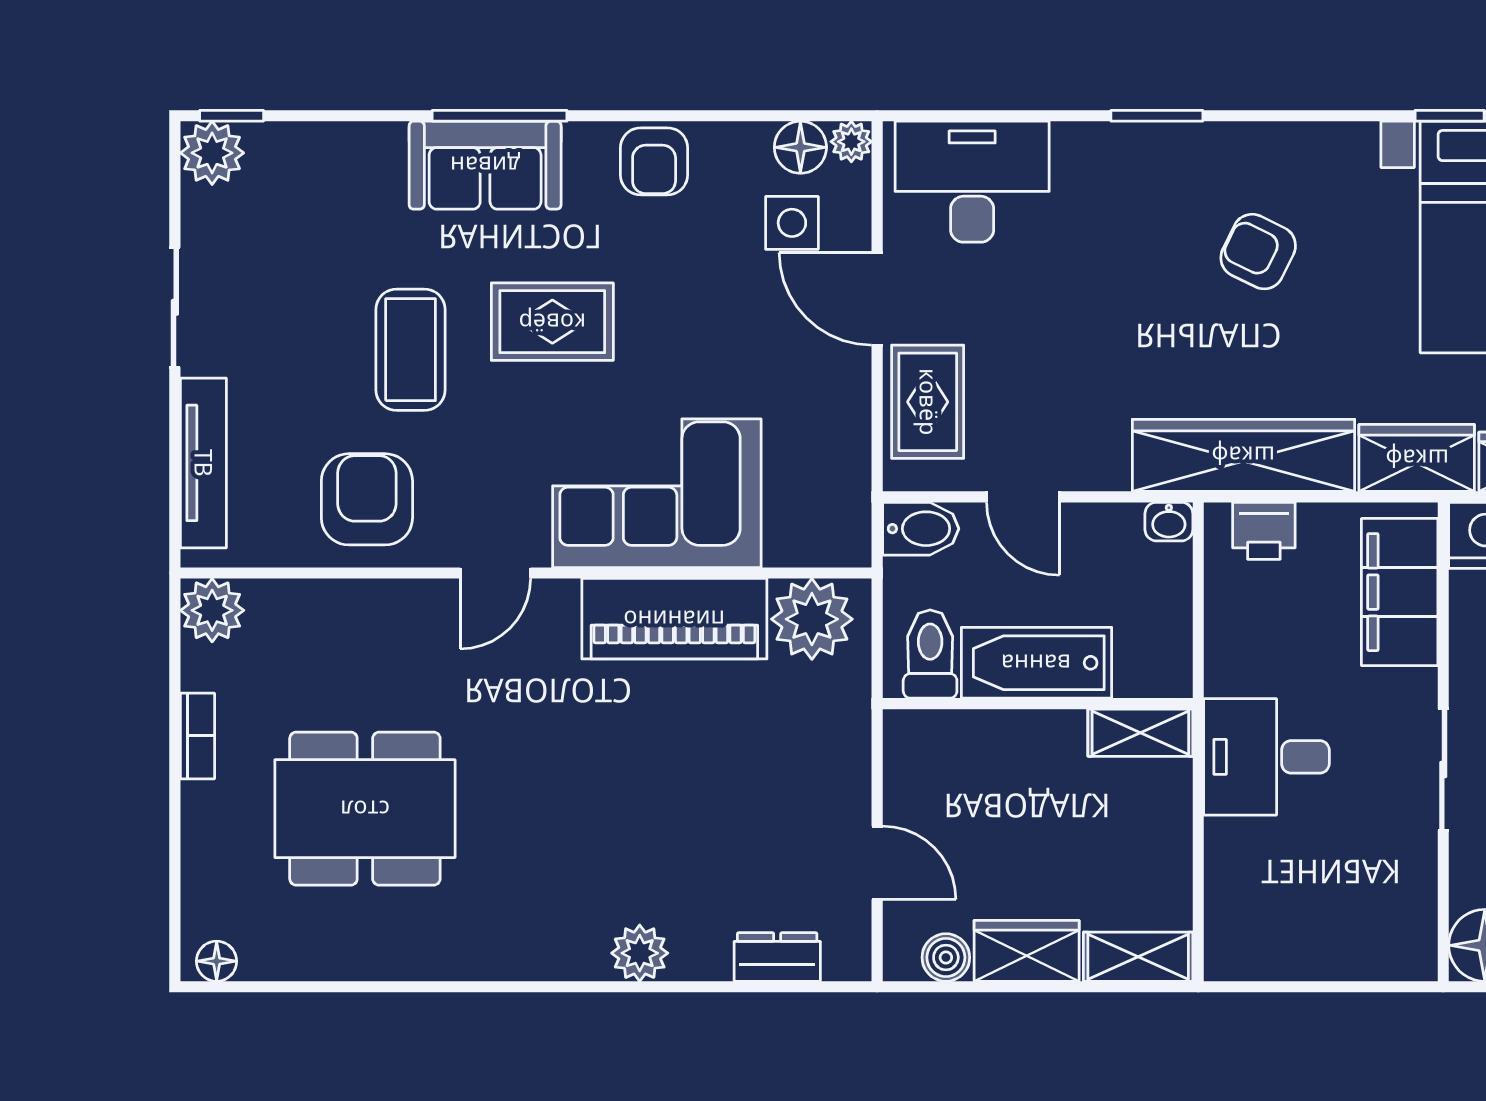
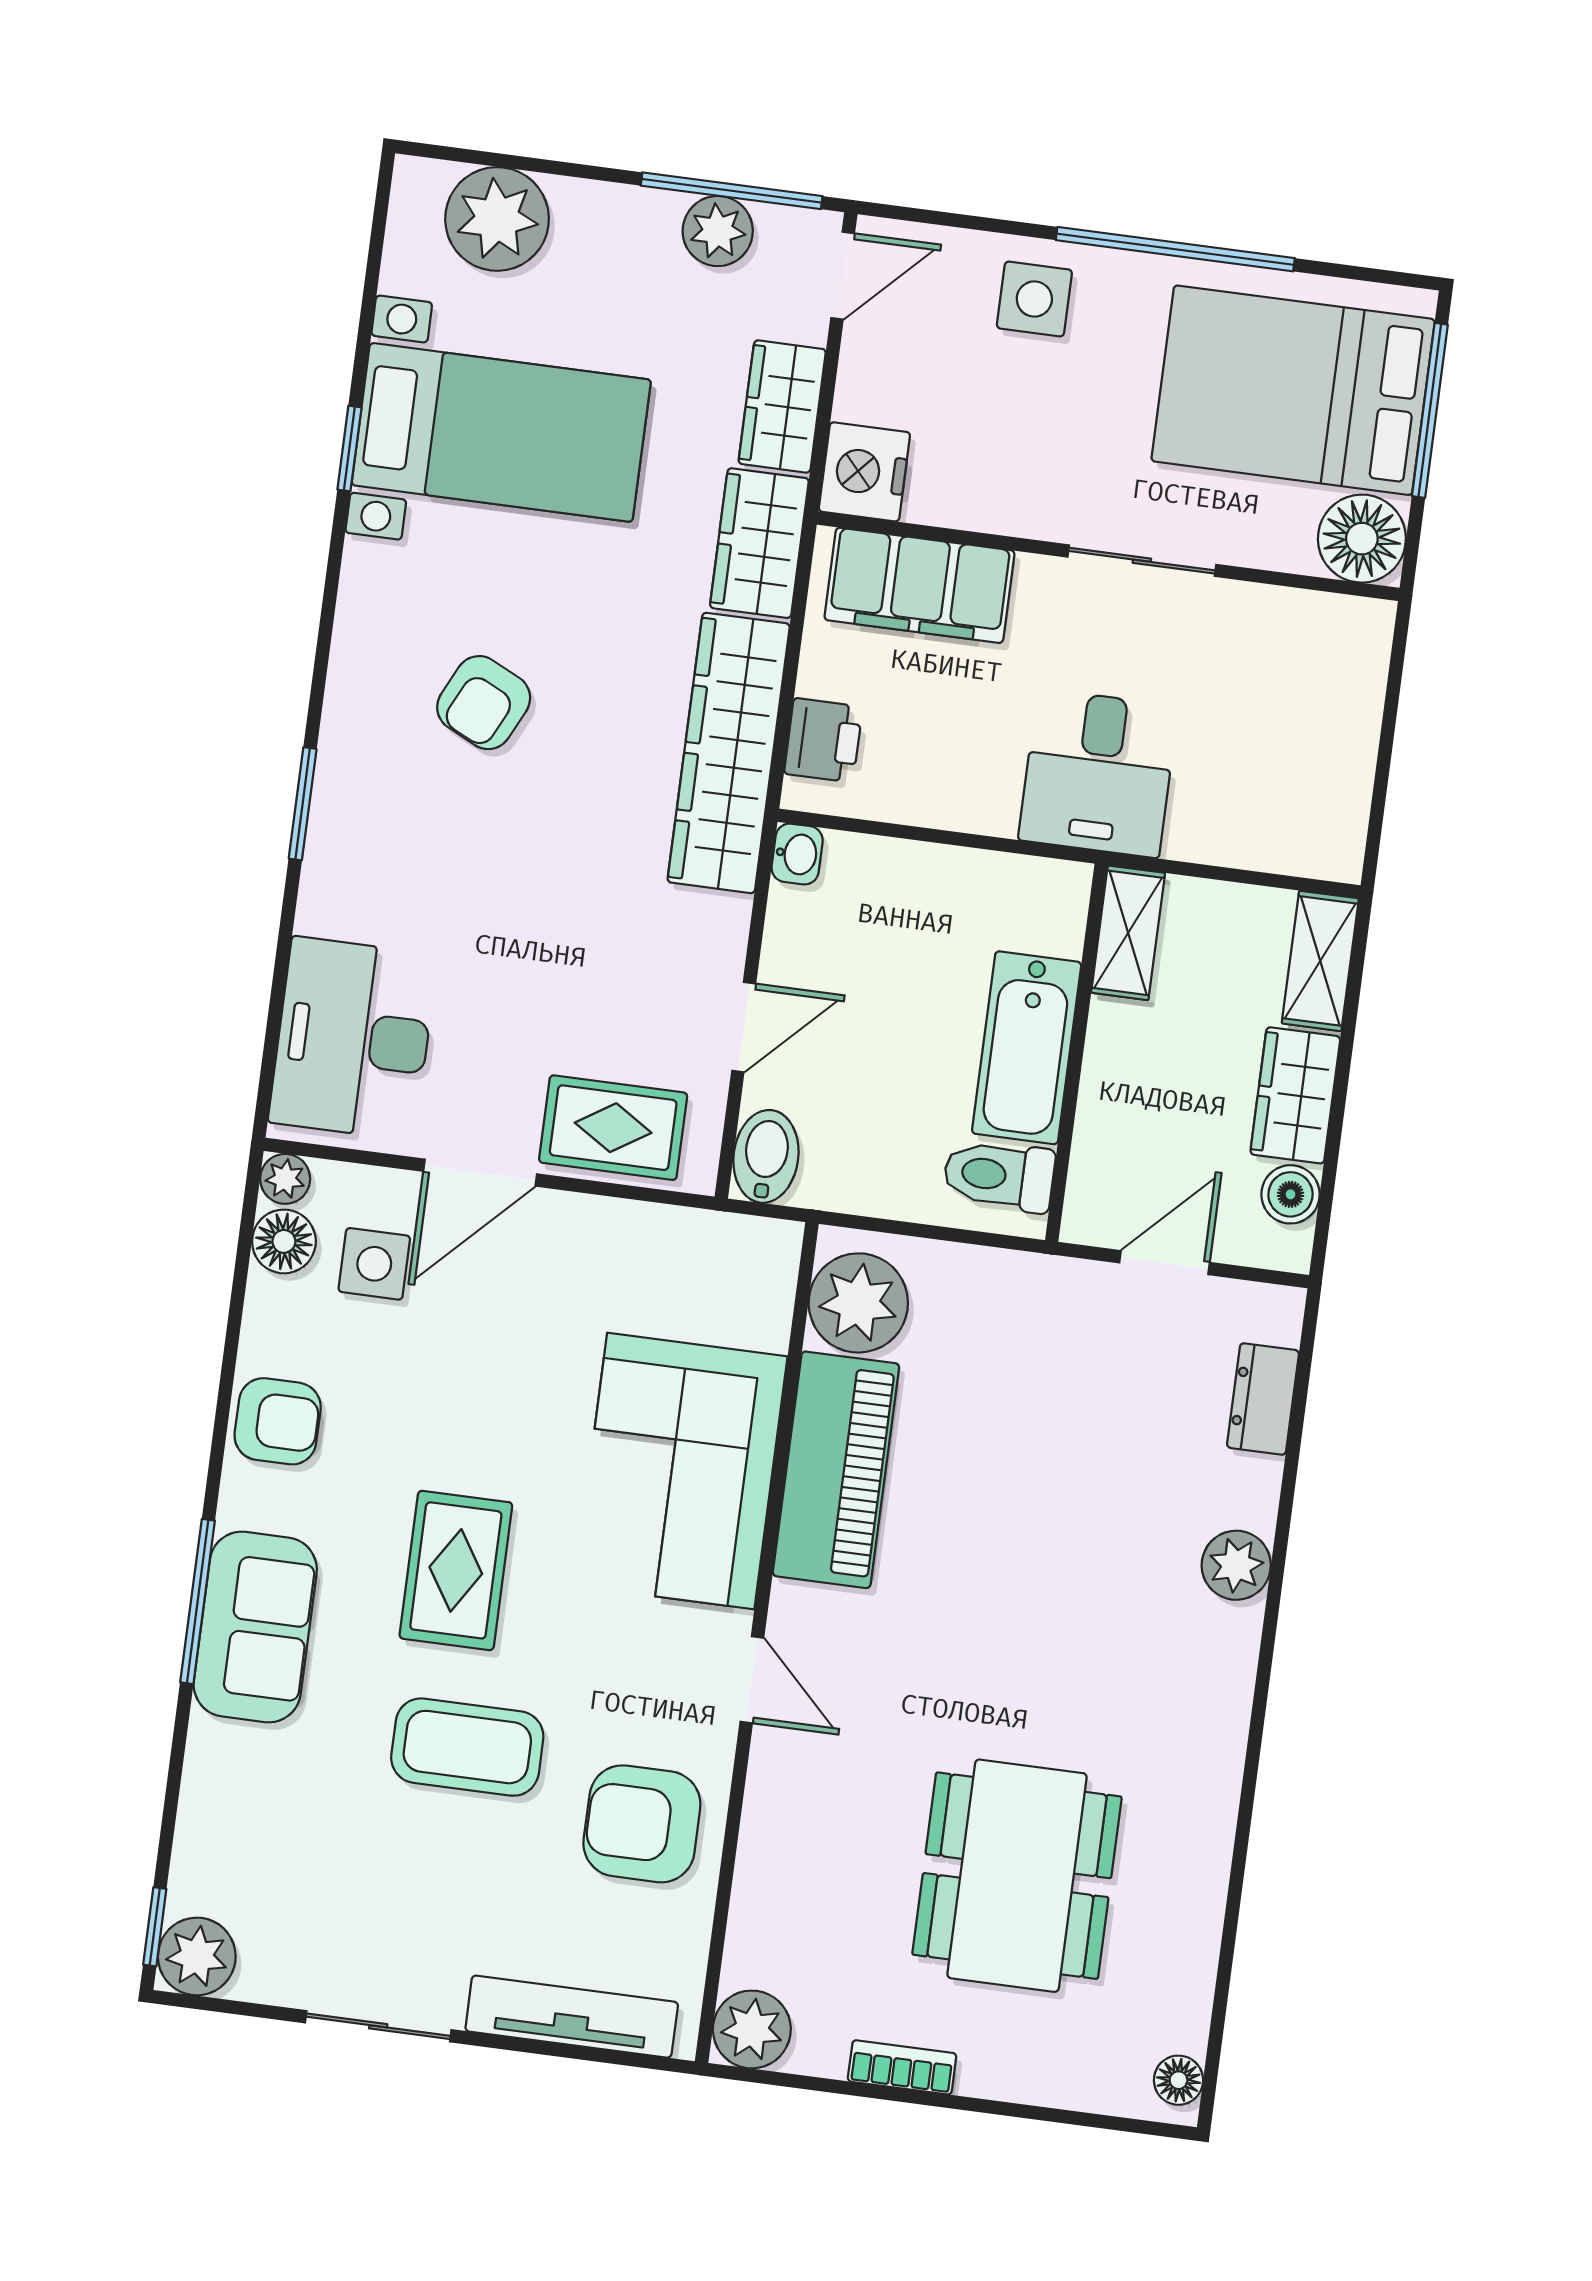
toilet: (930, 654) -> (999, 1175), moved
bathtub: (1036, 663) -> (1027, 1048), moved
wall: (1038, 704) -> (1076, 1053), moved
shelving: (1140, 733) -> (1128, 933), moved

